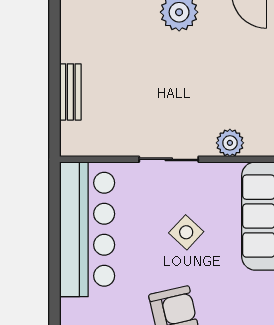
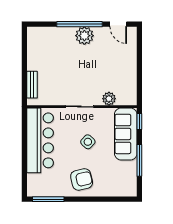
bench: (70, 92) -> (32, 85), moved

